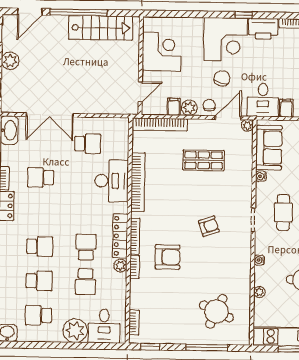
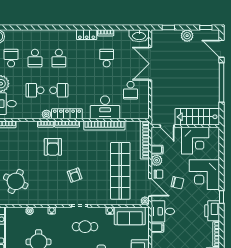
stairs: (101, 28) -> (197, 117), moved, turned 90
corner desk: (226, 39) -> (204, 175), moved
shop shelf: (204, 160) -> (120, 171), width x2.00, depth x1.36

